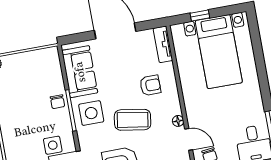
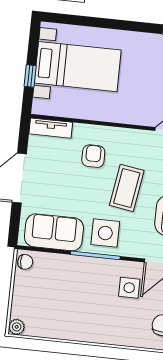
chair: (57, 102) -> (25, 262), moved
floor lamp: (178, 121) -> (143, 136), removed

